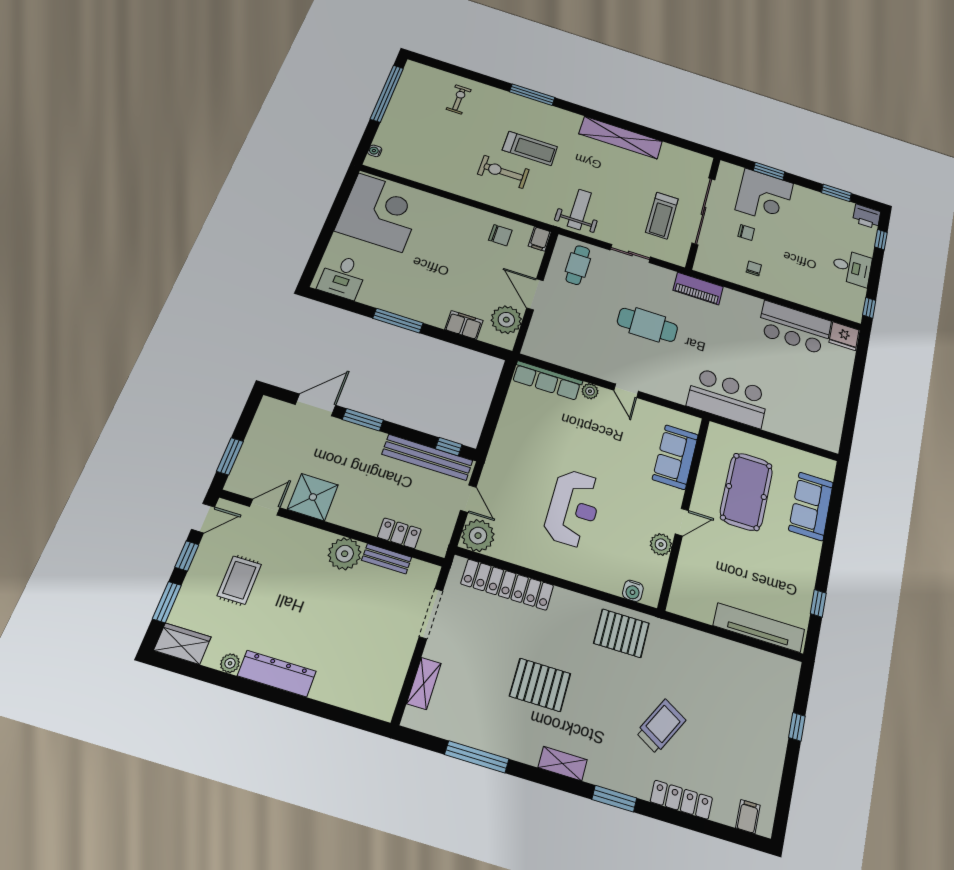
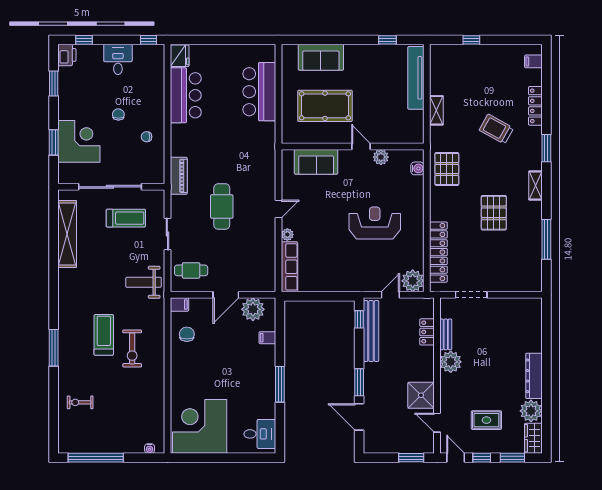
shelving: (621, 138) -> (67, 234), moved
chair: (746, 233) -> (118, 114), moved
filing cabinet: (464, 325) -> (267, 338), width x0.50
bar counter: (728, 398) -> (259, 92), moved
plant: (230, 663) -> (531, 411), width x1.87, depth x1.87
shelving: (424, 683) -> (436, 110), moved, turned 90

